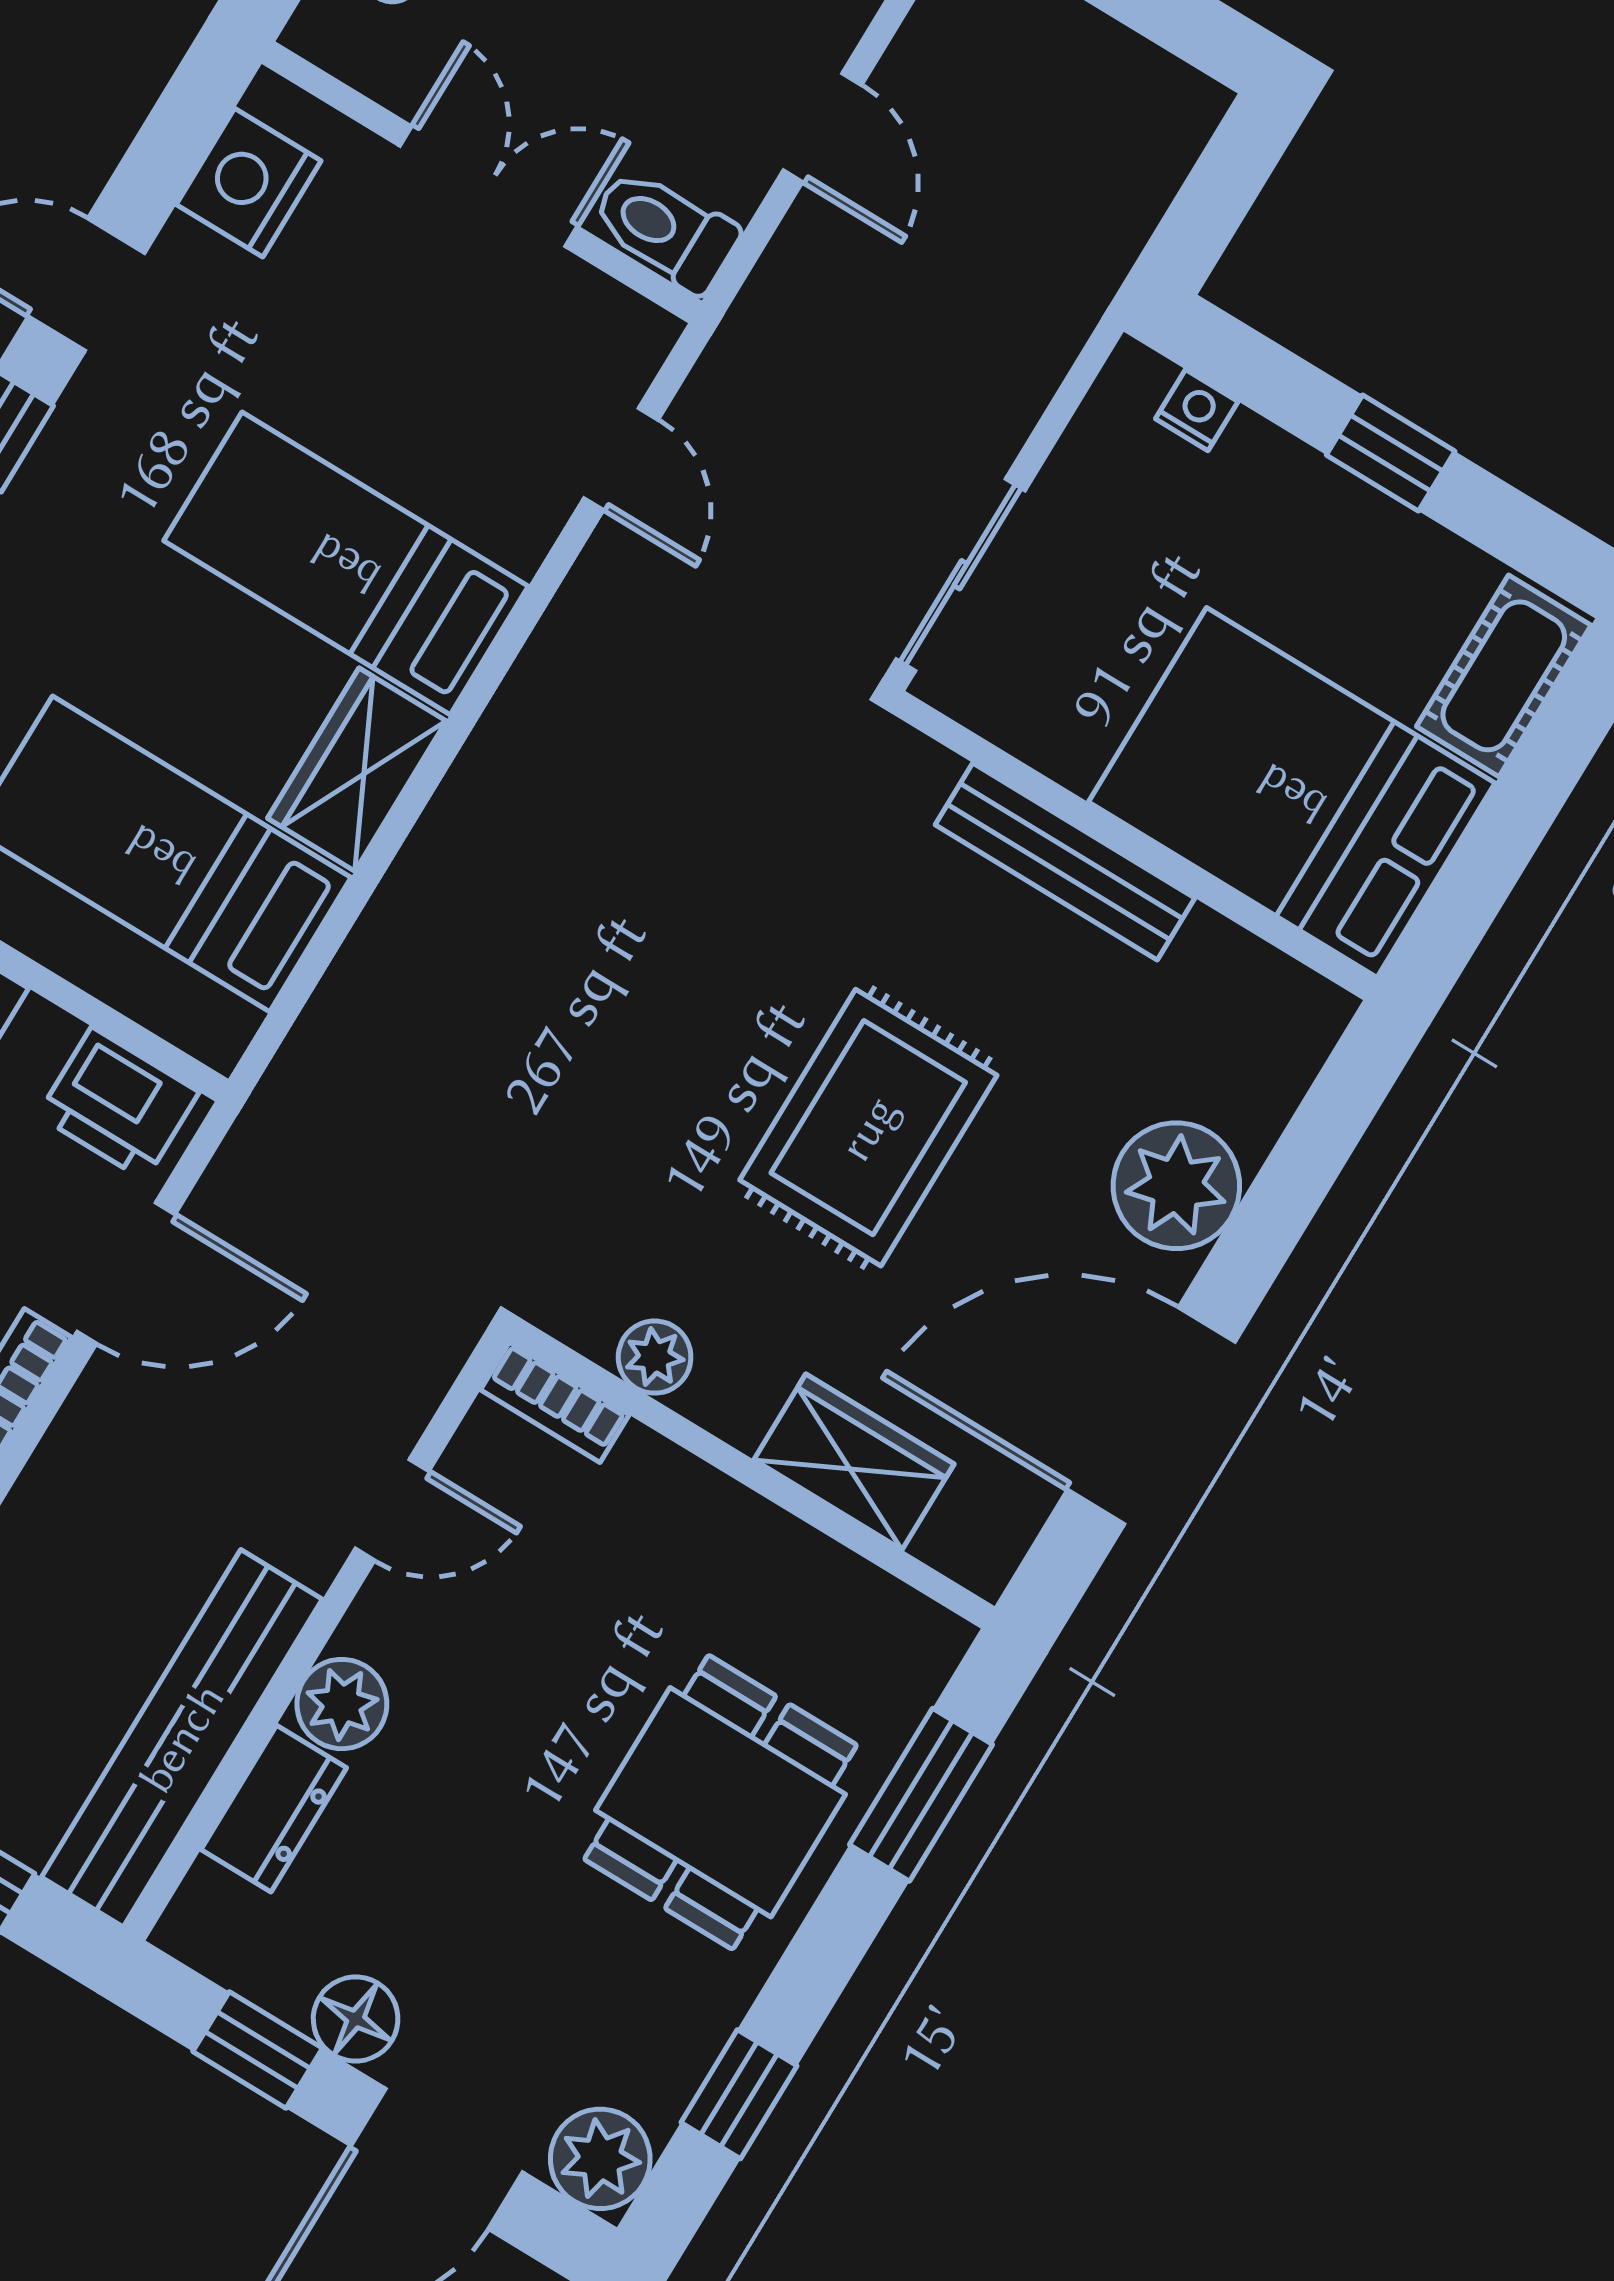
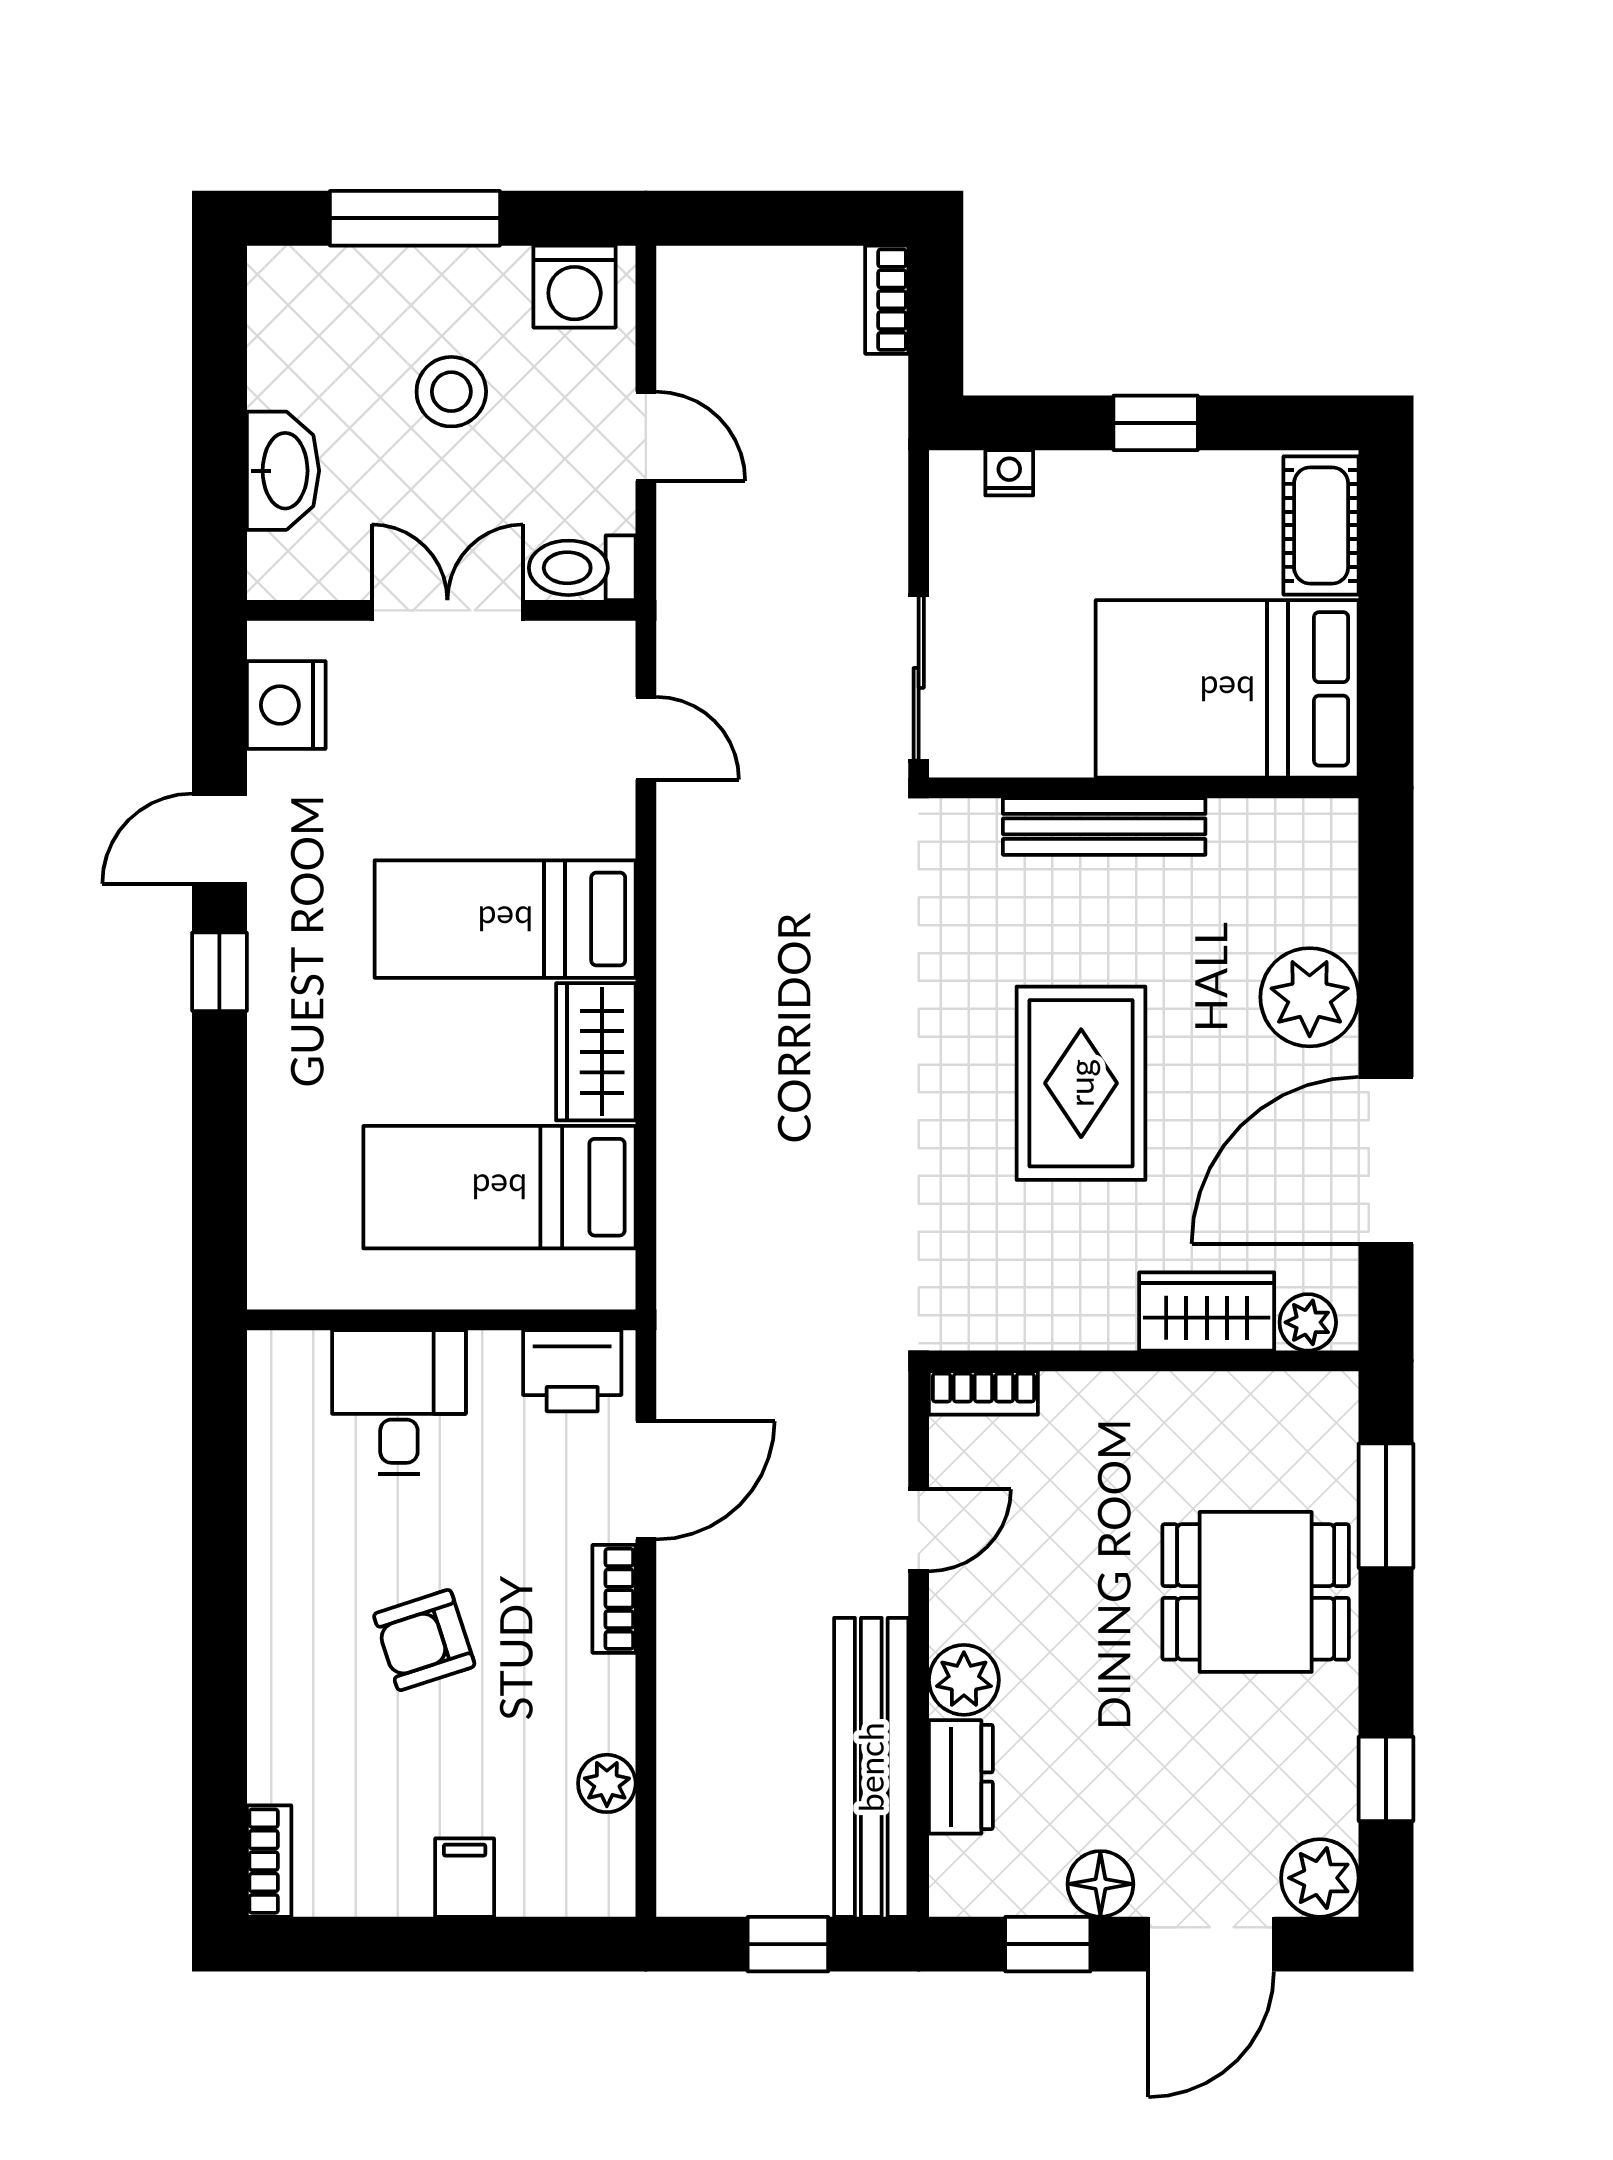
bookcase: (1178, 139) -> (887, 300), added
plant: (655, 1357) -> (1308, 1322), moved
dining table: (721, 1802) -> (1256, 1592), turned 90

